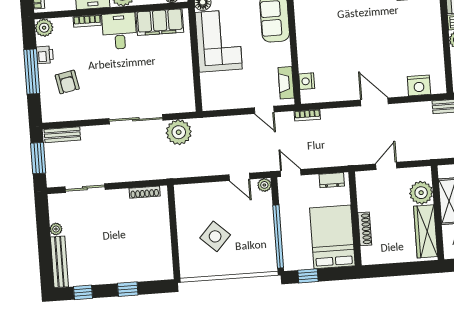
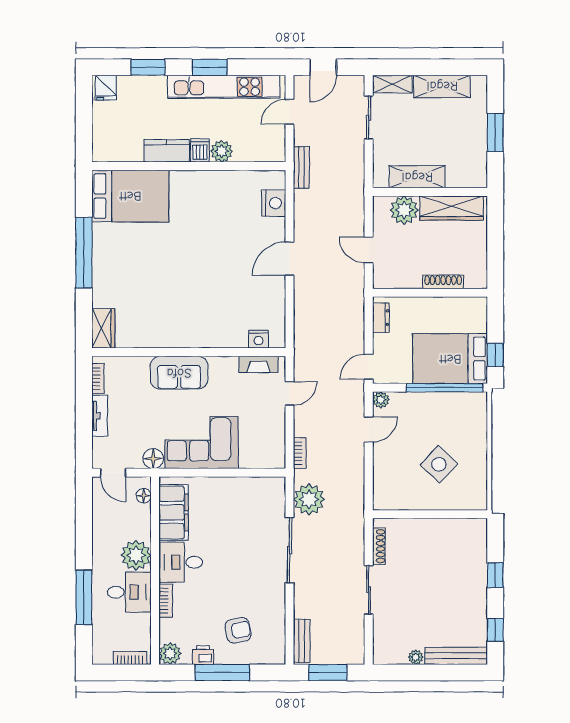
bookcase: (307, 115) -> (300, 453), moved
sliding door: (85, 188) -> (369, 590), moved
bed: (332, 237) -> (450, 359), moved

